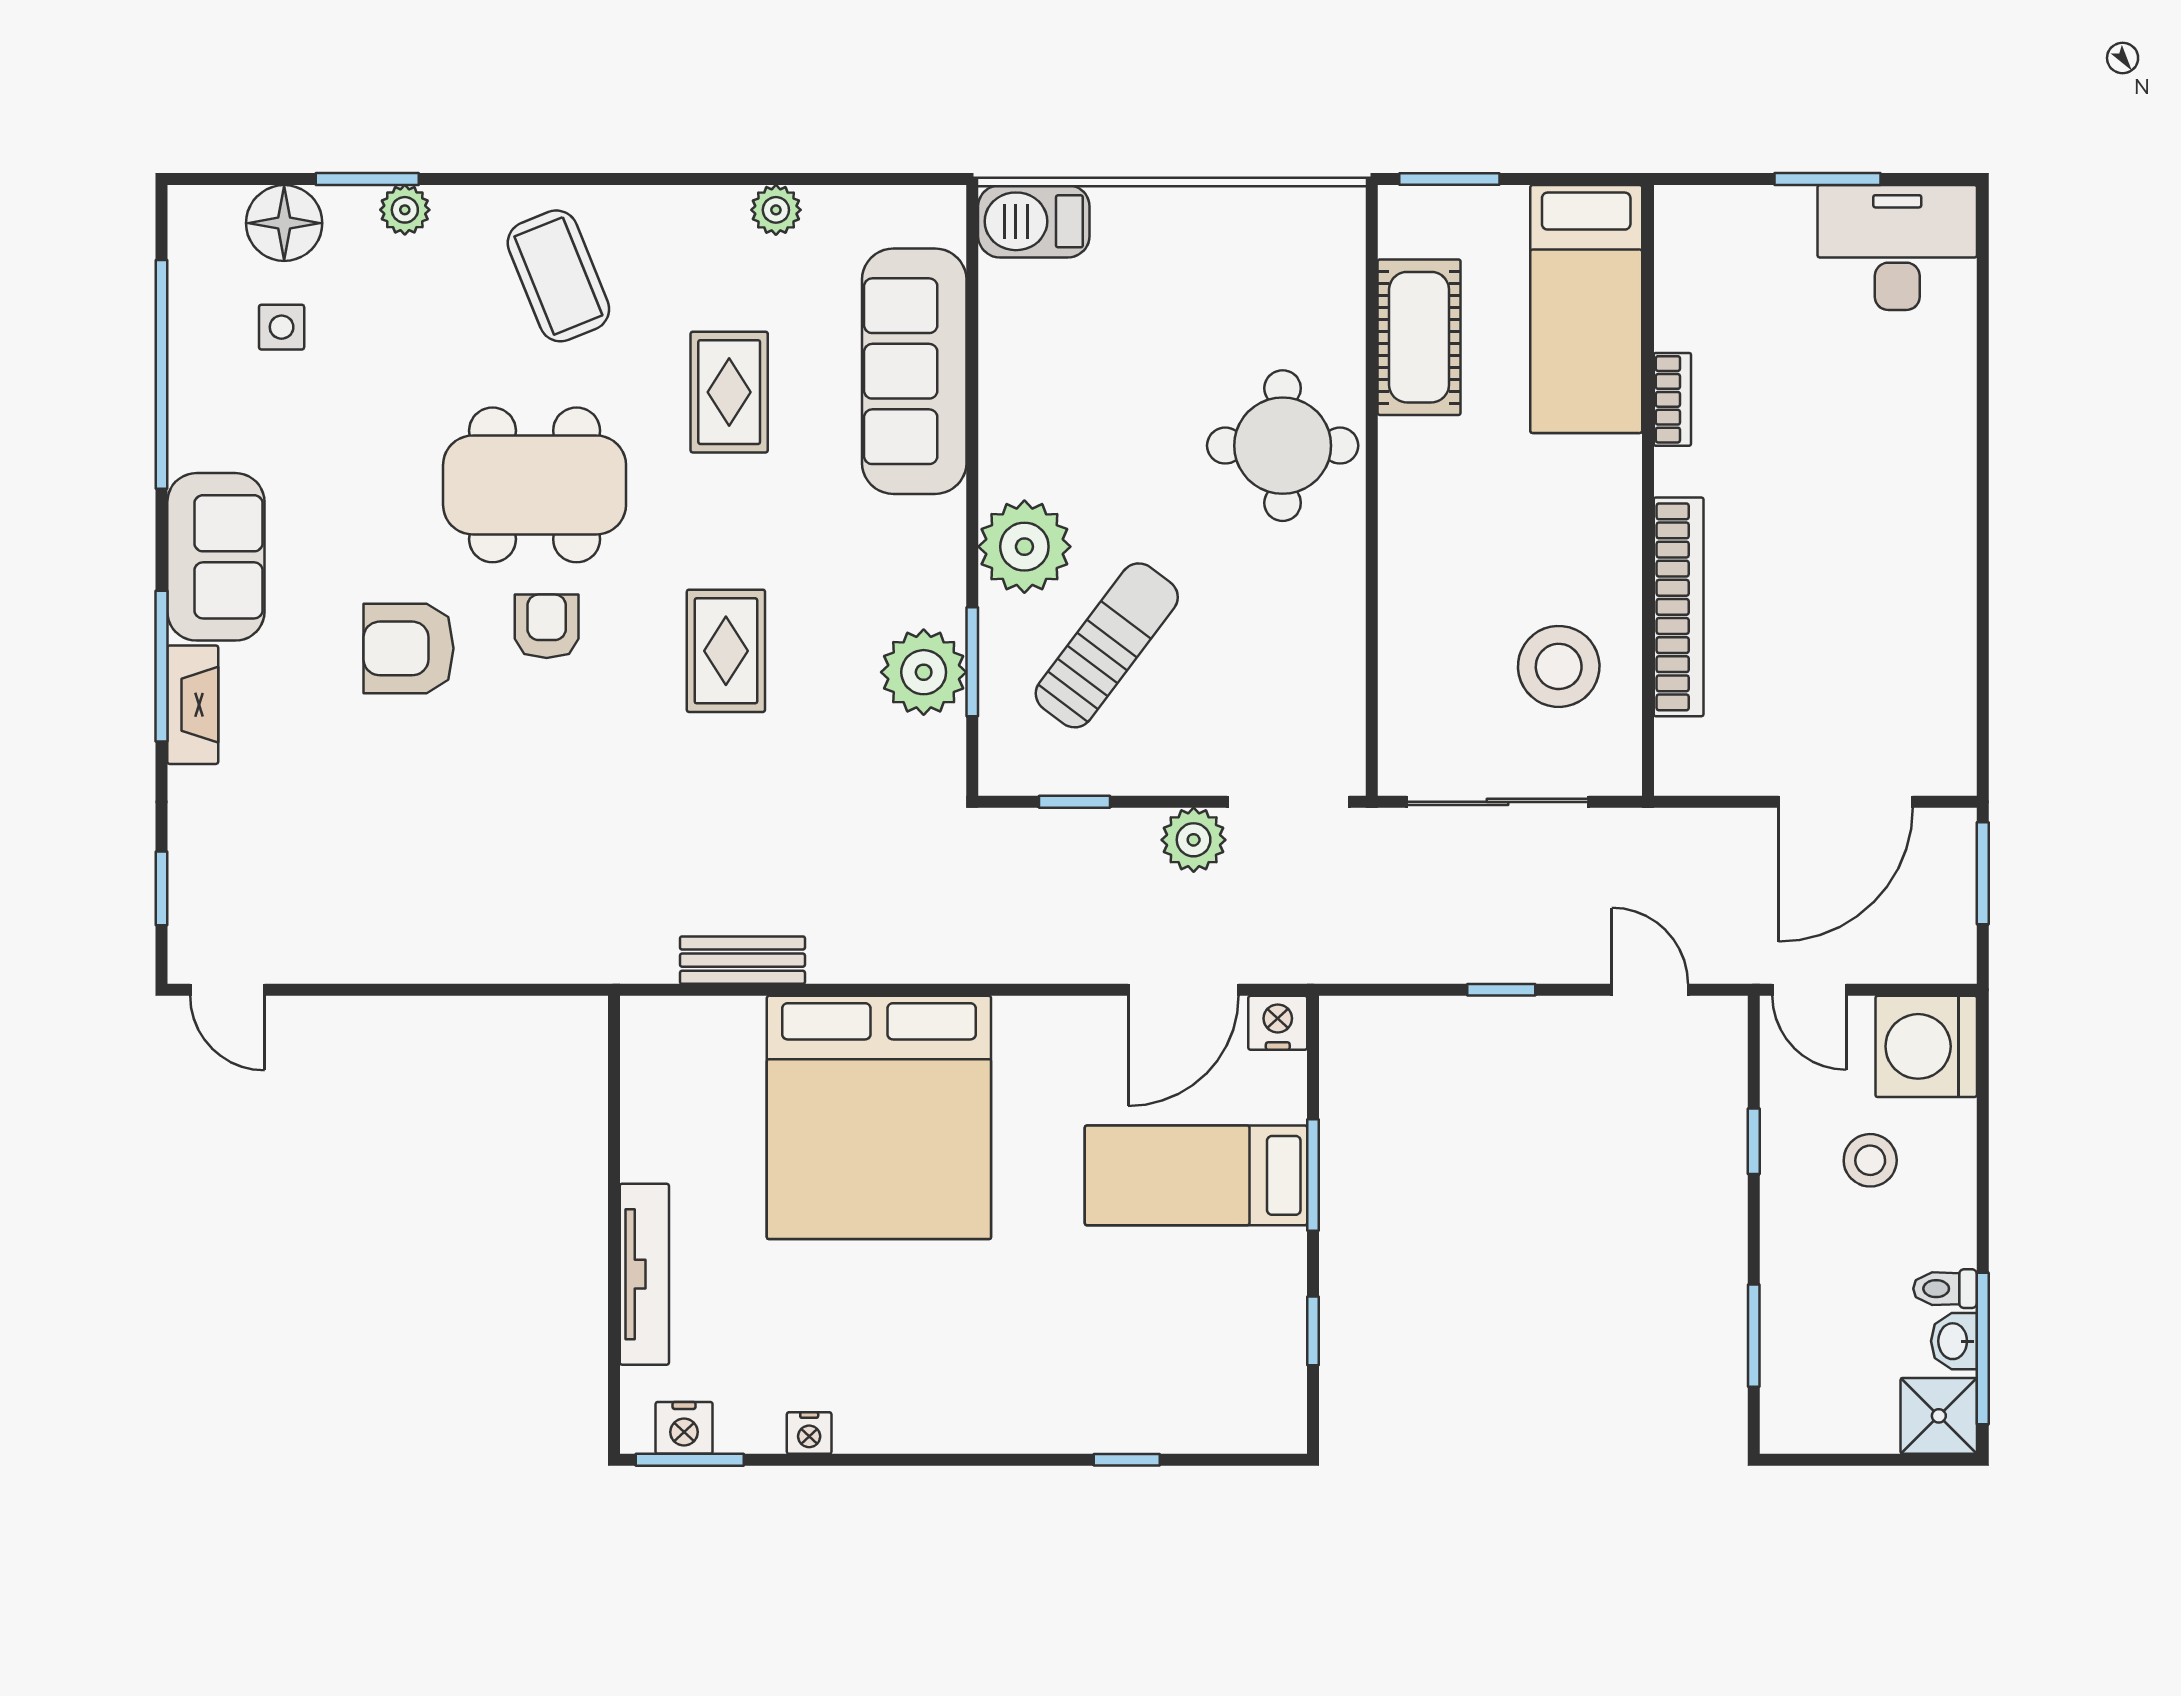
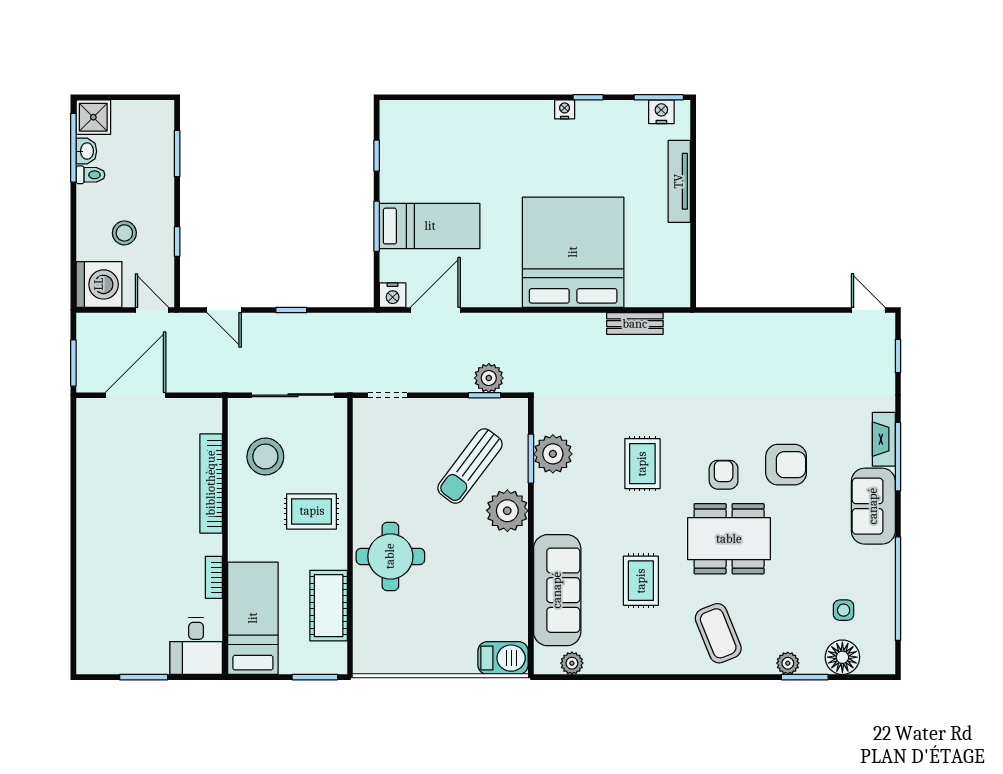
plant: (776, 210) -> (572, 663), moved
desk: (1897, 248) -> (196, 646), moved, width x0.73
rug: (1457, 545) -> (312, 511), added
armchair: (547, 626) -> (724, 475), turned 180
doorway: (1288, 802) -> (388, 395), width x0.73
plant: (1194, 840) -> (489, 378), moved
nightstand: (809, 1433) -> (565, 109), moved
window: (1127, 1460) -> (588, 97), moved

